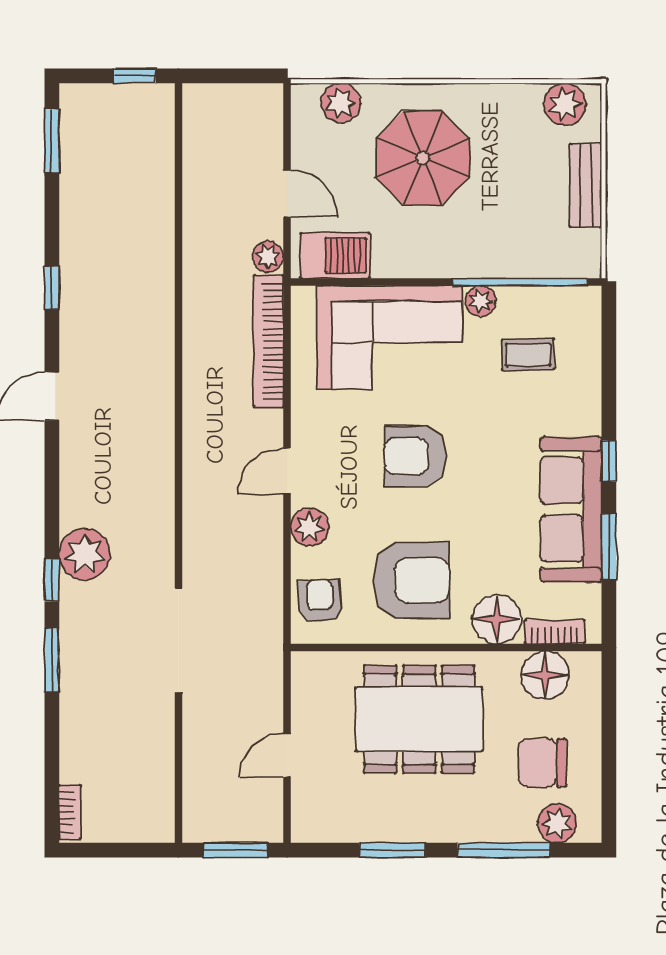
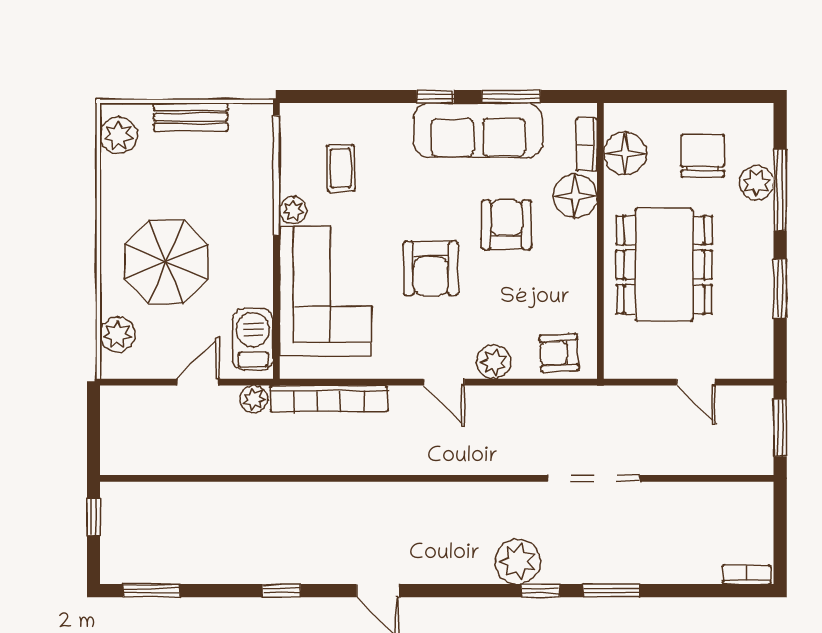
armchair: (411, 580) -> (506, 225), moved, width x0.73, depth x0.73
chair: (542, 763) -> (703, 156), turned 180
plant: (557, 823) -> (756, 183), moved

